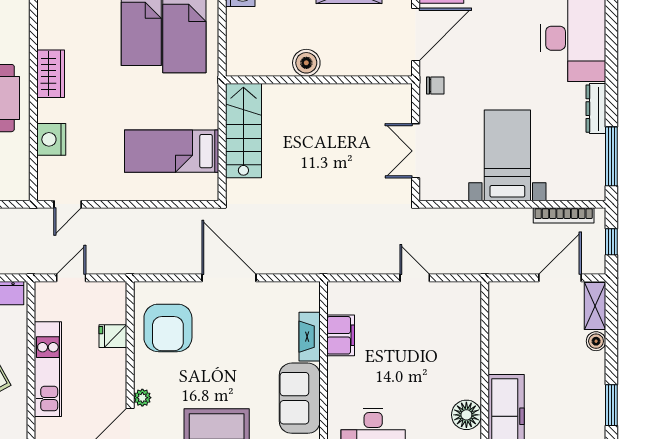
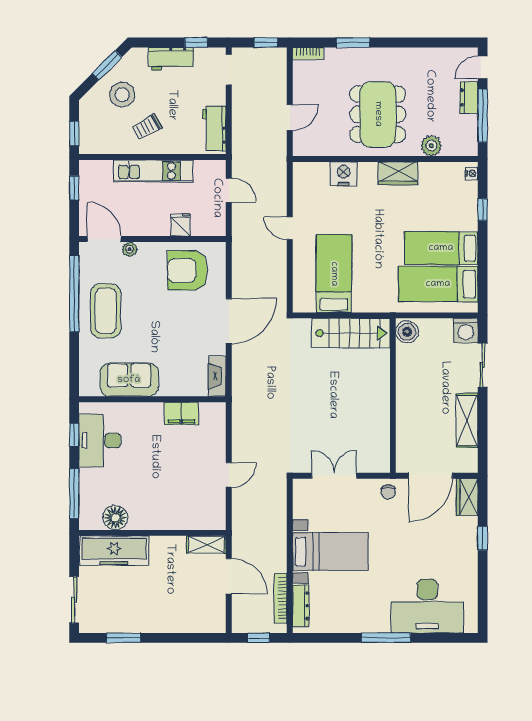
plant: (17, 33) -> (431, 146), added
door: (416, 34) -> (430, 476), hinge flipped
boiler: (306, 63) -> (407, 332), moved
dresser: (596, 109) -> (301, 606), moved, turned 90
window: (611, 156) -> (386, 638), moved
door: (68, 204) -> (290, 228), moved
door: (560, 278) -> (229, 576), moved
shelving: (595, 306) -> (206, 545), moved
fireplace: (310, 337) -> (217, 376), moved, turned -90
boiler: (596, 341) -> (176, 625), removed

